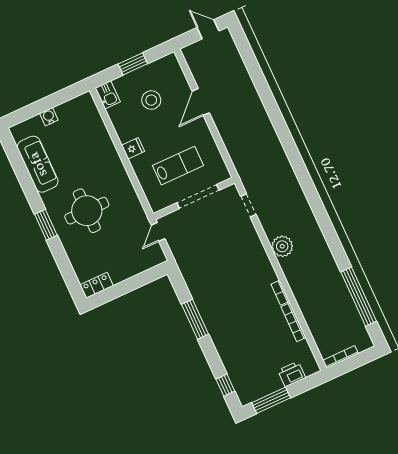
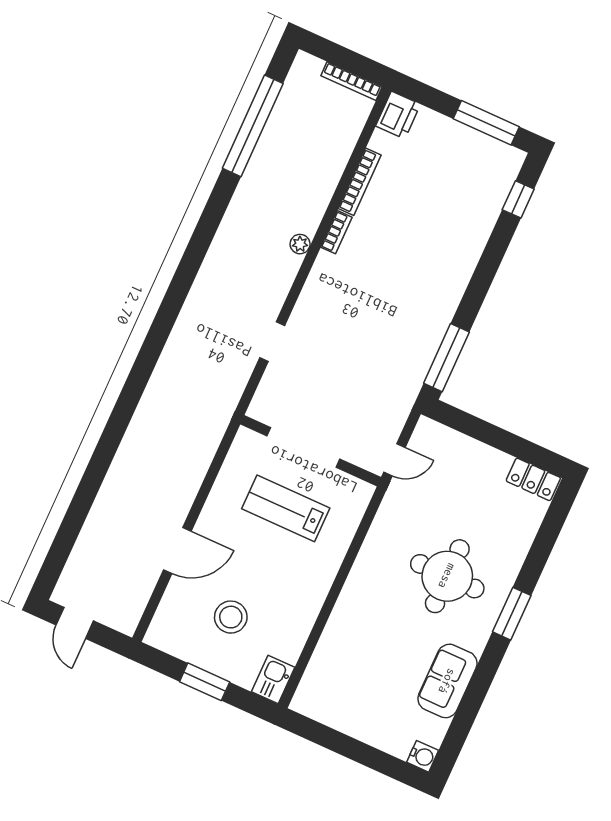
water cooler: (49, 117) -> (423, 756), moved, turned -90
fridge: (133, 148) -> (314, 586), removed
sofa: (38, 164) -> (447, 681), width x0.73
doorway: (248, 205) -> (272, 341), moved
plant: (282, 246) -> (300, 244), moved, width x0.53, depth x0.53
window: (195, 319) -> (446, 358), moved
printer: (292, 374) -> (398, 115), moved, turned -90

